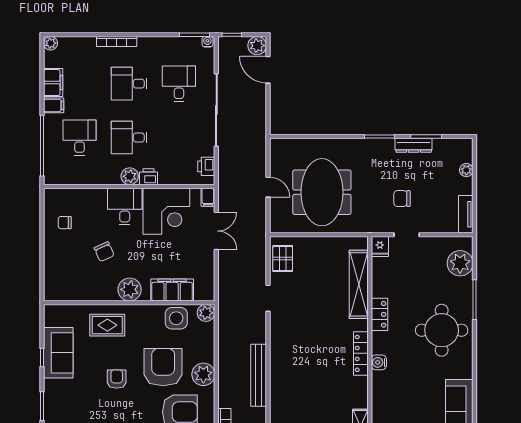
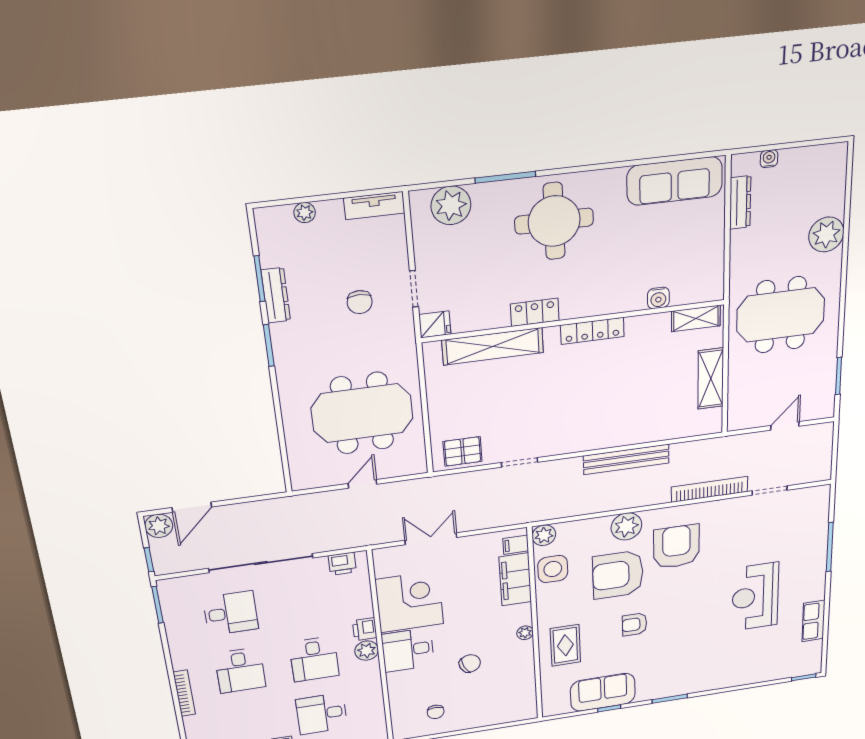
water cooler: (207, 42) -> (165, 588), removed
desk: (179, 84) -> (231, 613), turned 180
filing cabinet: (208, 197) -> (516, 545), moved, turned 180
plant: (130, 289) -> (525, 633), width x0.53, depth x0.53
water cooler: (379, 362) -> (658, 298), moved

